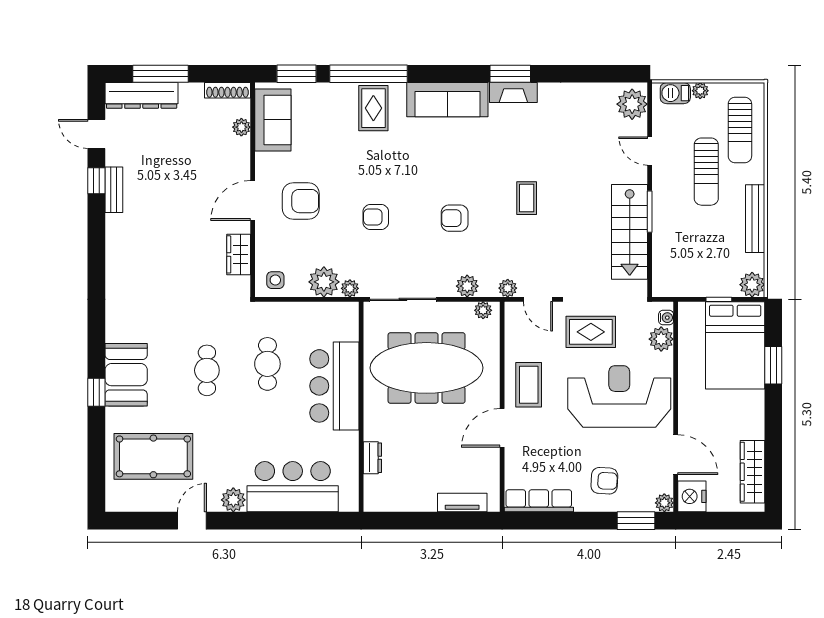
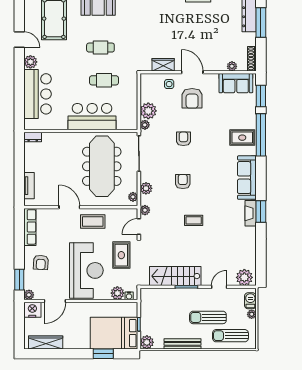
side table: (275, 280) -> (169, 84), moved
dresser: (372, 458) -> (33, 137), moved

